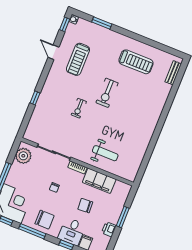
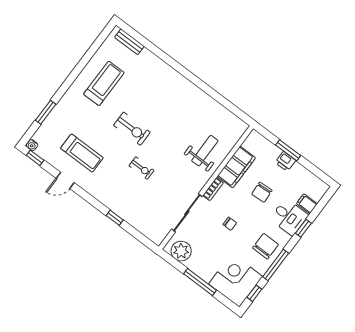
printer: (109, 229) -> (285, 161), moved

